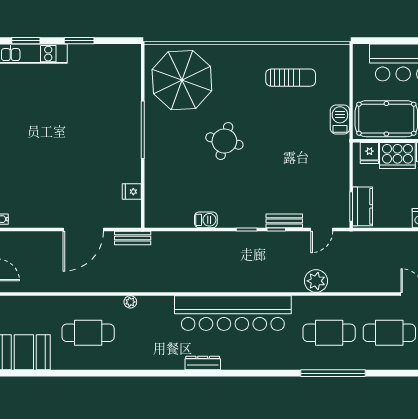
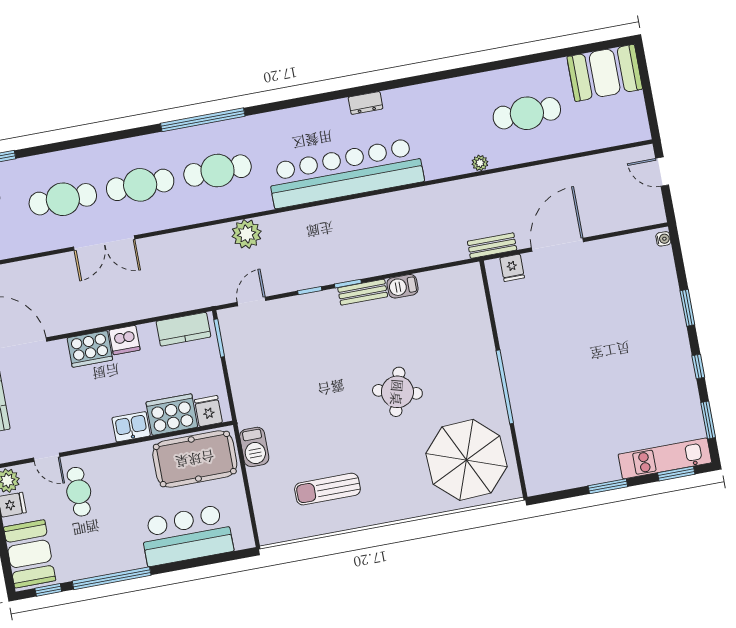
fridge: (132, 192) -> (512, 268), moved, turned 90
kitchen counter: (363, 206) -> (183, 329), moved, turned -90
bench: (284, 221) -> (363, 292), moved
dresser: (203, 363) -> (366, 103), width x0.70

